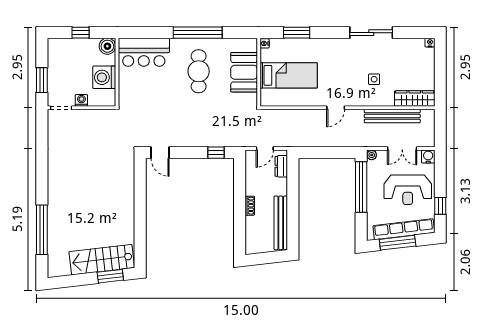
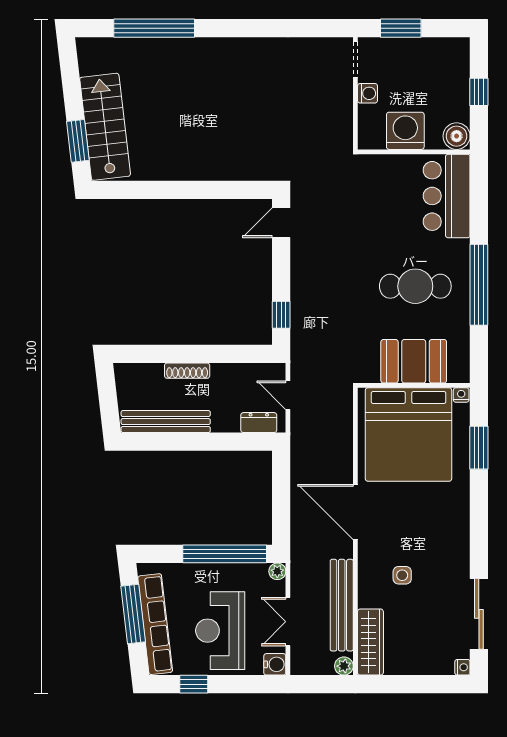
sliding door: (371, 33) -> (479, 614), moved
bed: (289, 75) -> (409, 434), width x2.04
door: (336, 108) -> (355, 512), width x1.87
plant: (429, 115) -> (344, 666), added
shoe rack: (250, 206) -> (187, 371), width x1.43

